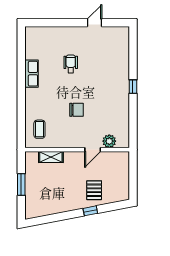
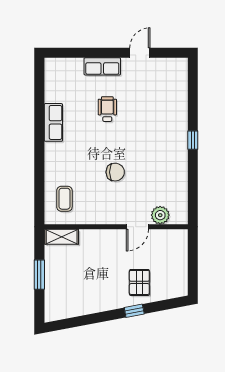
row of seats: (67, 33) -> (102, 66), added
shelving: (51, 157) -> (62, 237), moved

